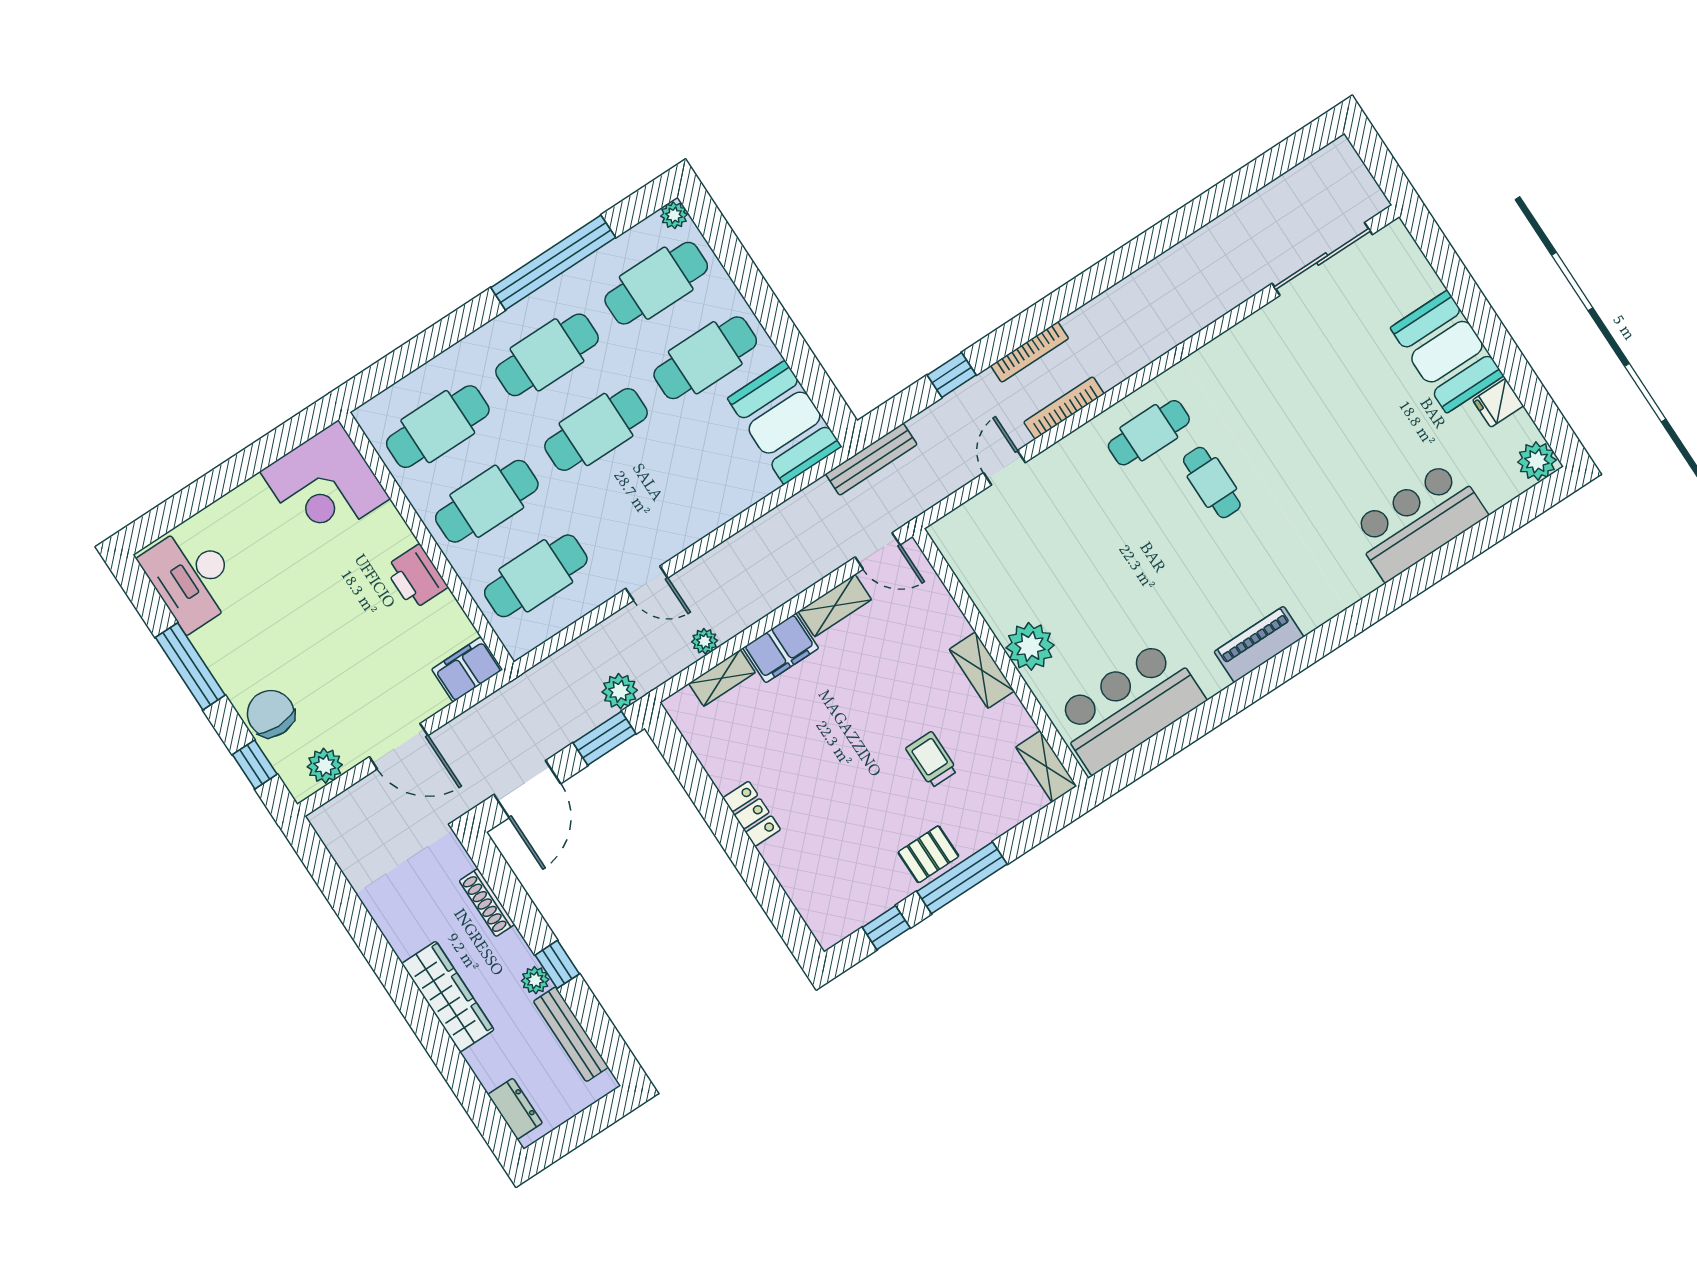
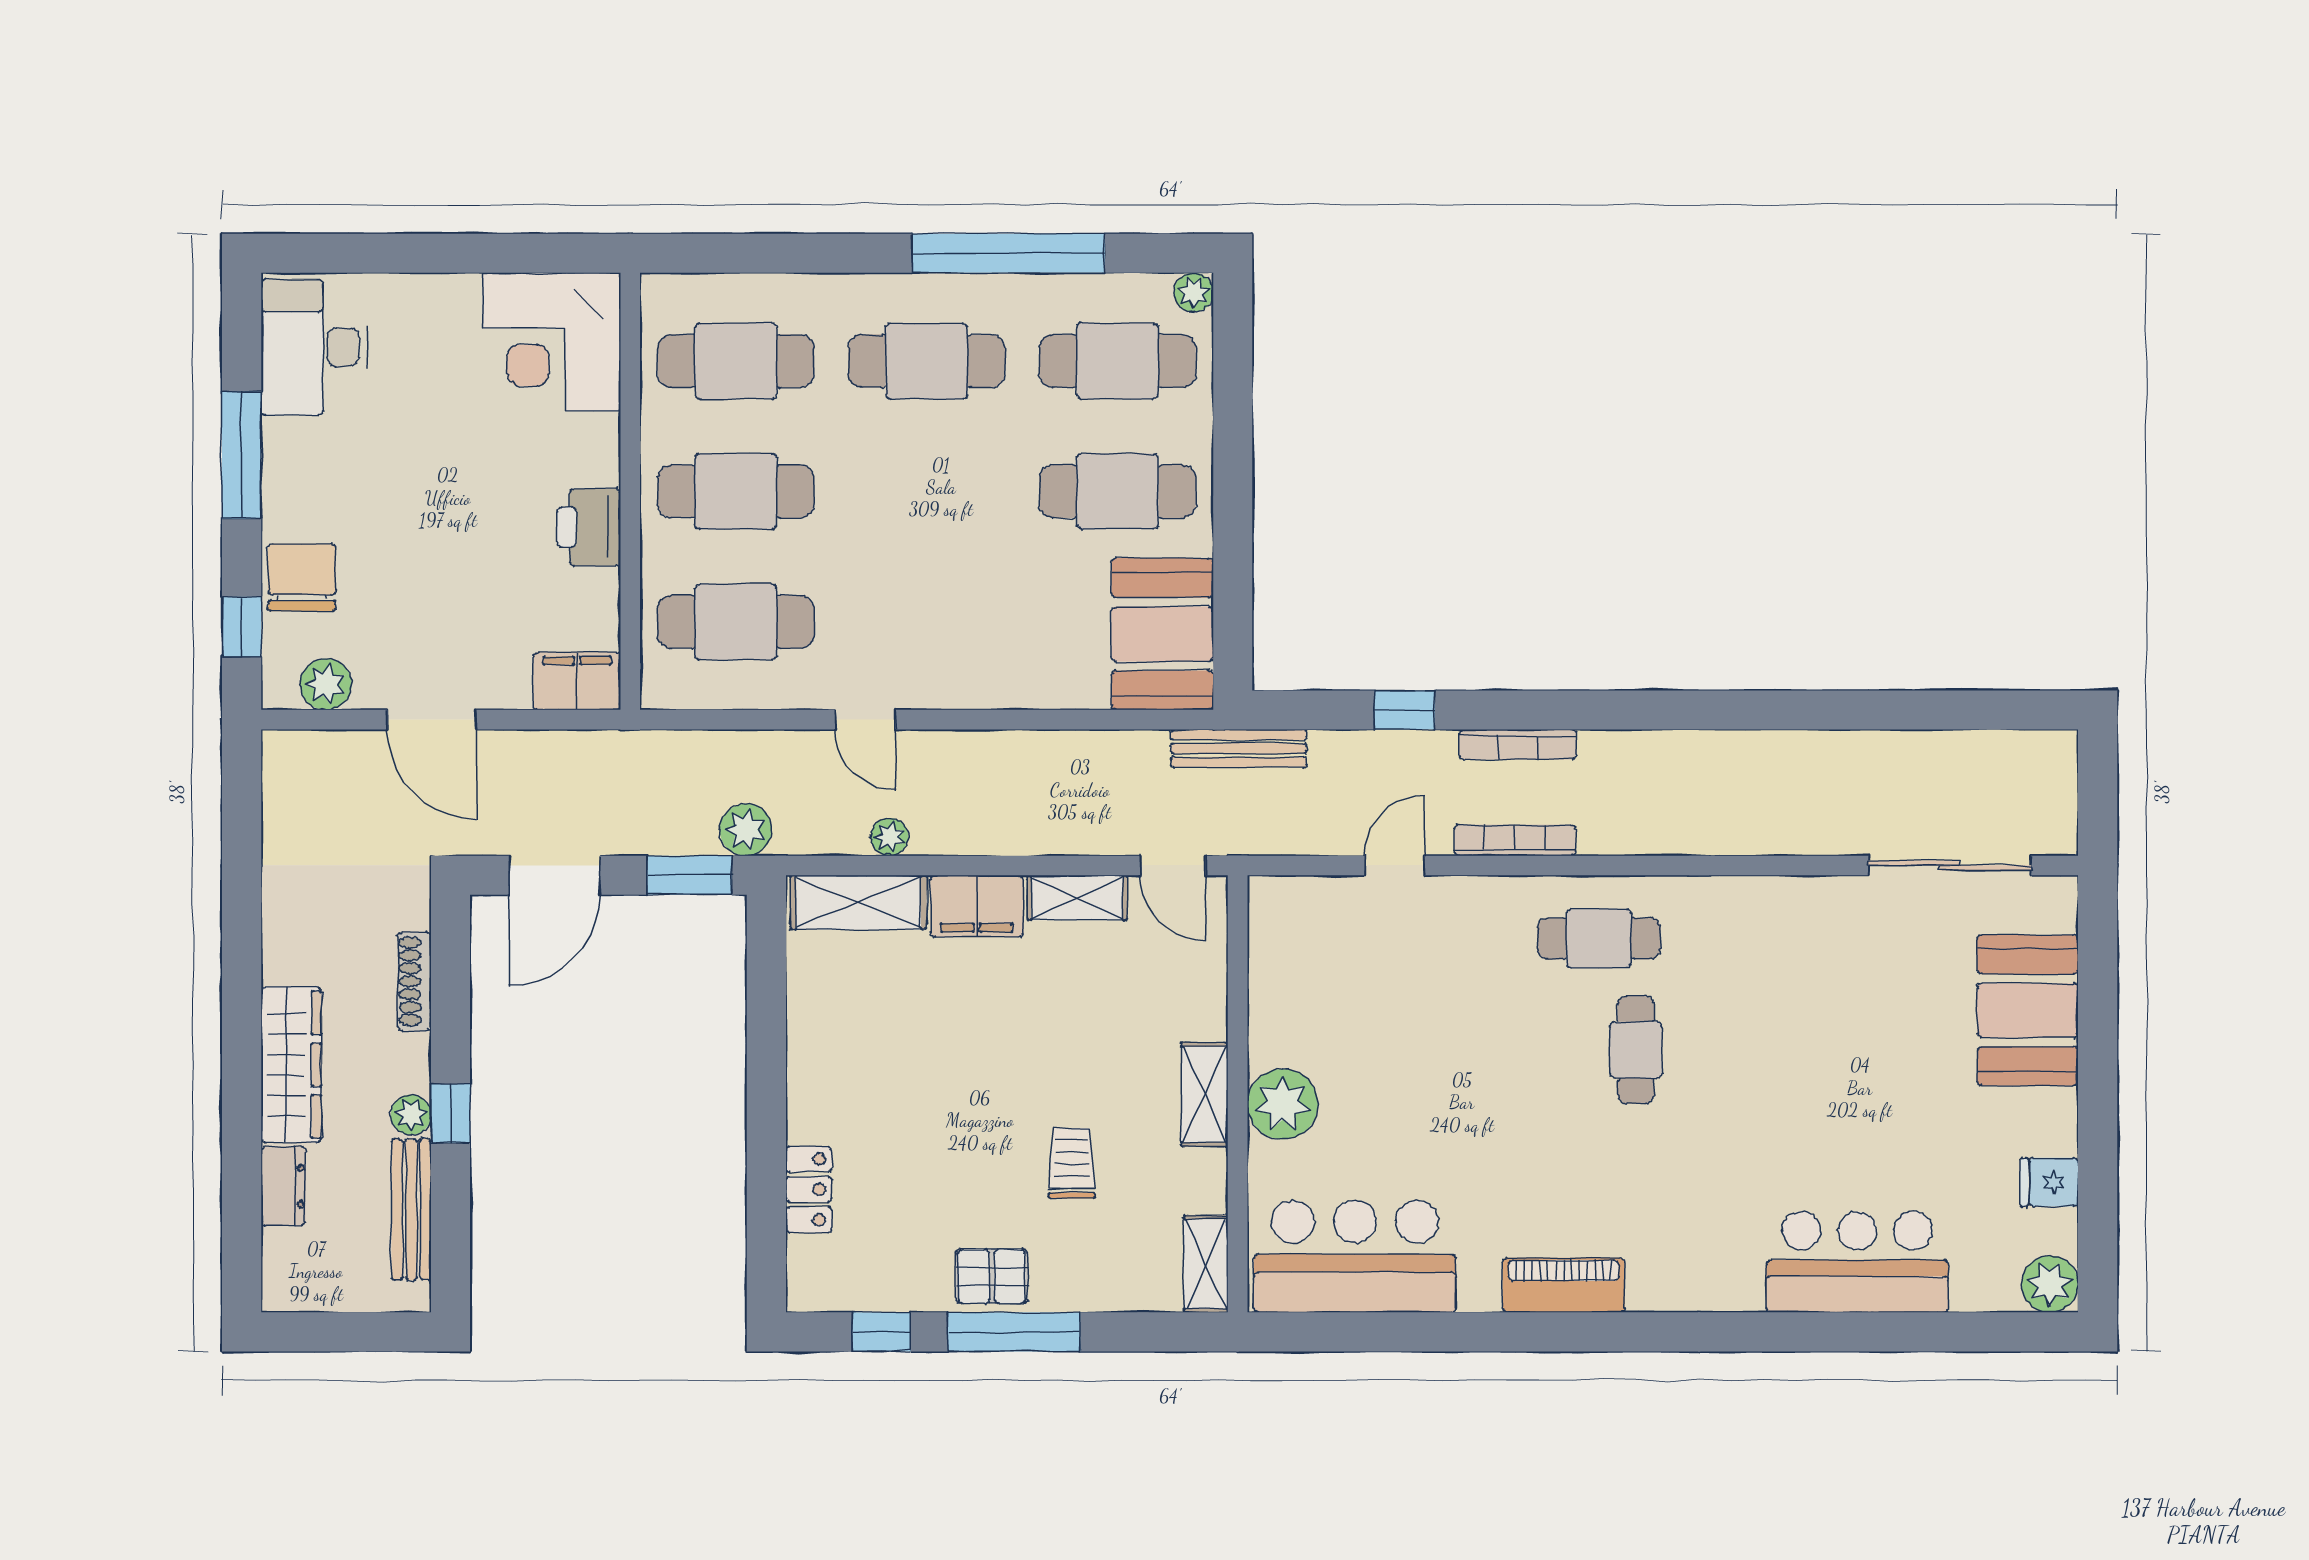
booth: (1447, 352) -> (2028, 1010), moved
cafe table: (596, 429) -> (927, 491), removed
shelving: (722, 678) -> (859, 902), width x1.50, depth x1.33
locker: (752, 814) -> (809, 1189), moved
dresser: (515, 1109) -> (283, 1186), moved

